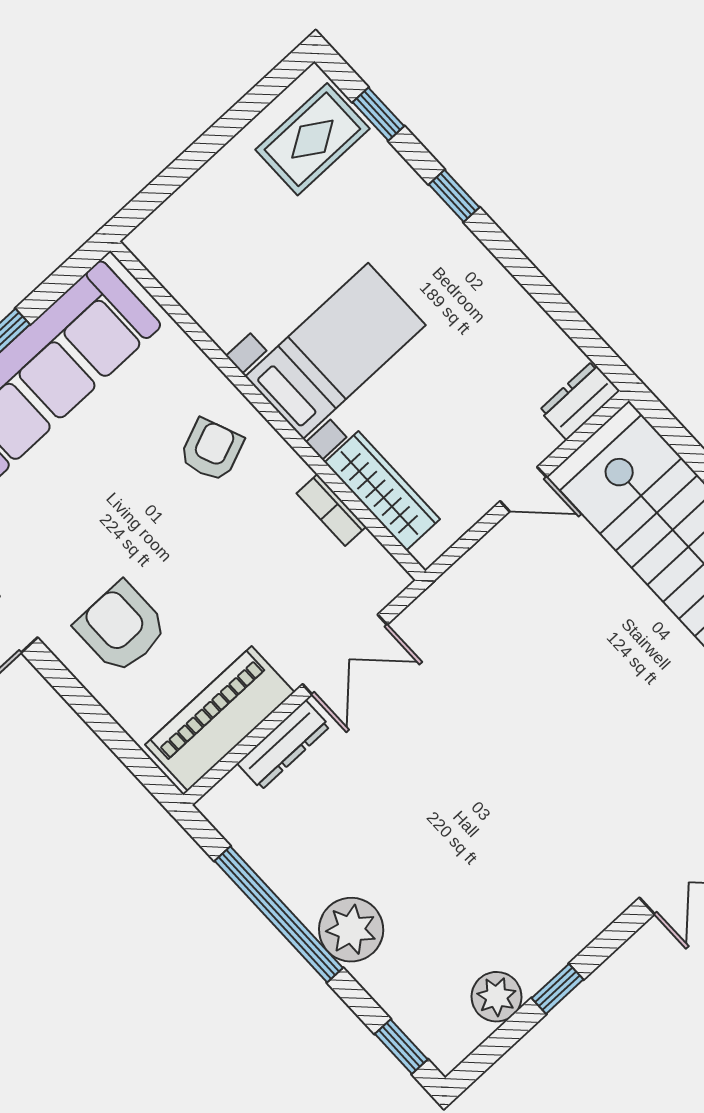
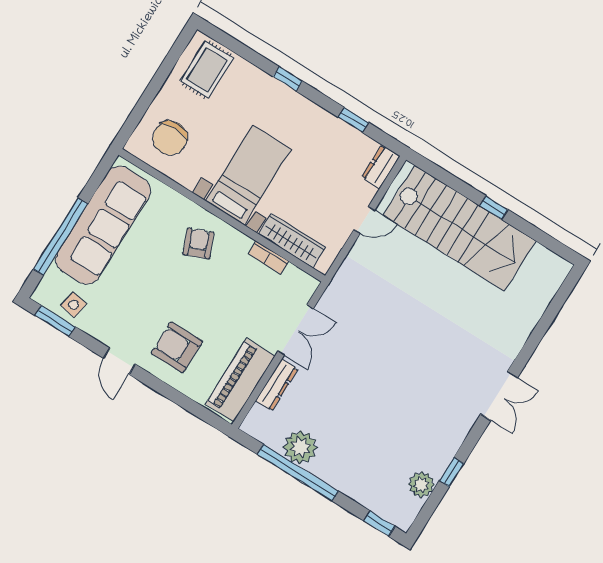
window: (378, 114) -> (353, 120), moved
chair: (212, 245) -> (170, 138), added
plant: (351, 930) -> (300, 447), moved

